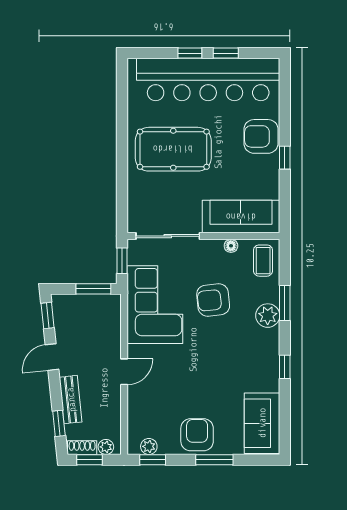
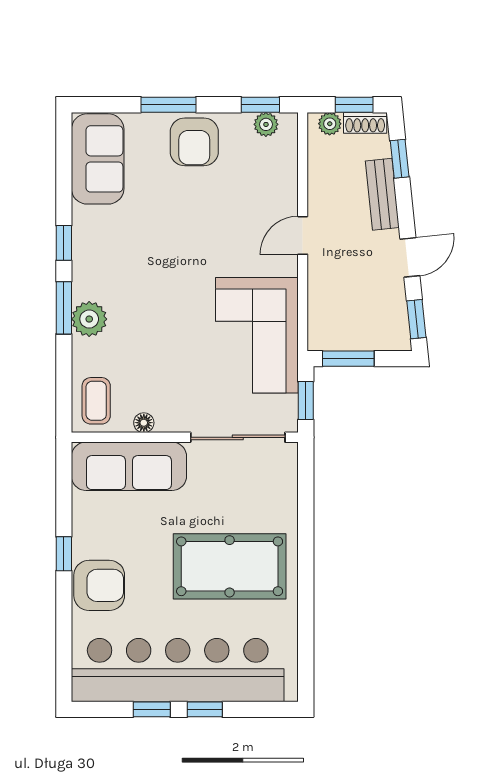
armchair: (213, 300) -> (170, 342), removed
window: (285, 303) -> (64, 308), moved

